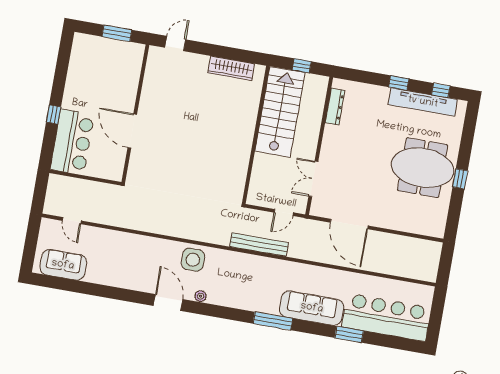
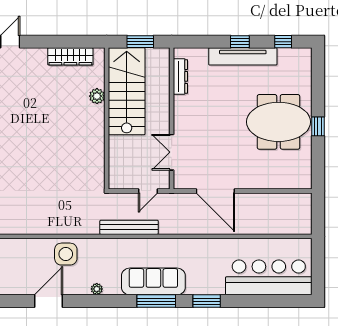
window: (302, 66) -> (140, 42), width x1.50
tv unit: (423, 102) -> (243, 56), moved
plant: (250, 111) -> (97, 96), added
plant: (200, 296) -> (97, 289), moved
door: (168, 303) -> (48, 301), hinge flipped
sofa: (312, 308) -> (153, 281), moved
window: (349, 334) -> (207, 301), moved

